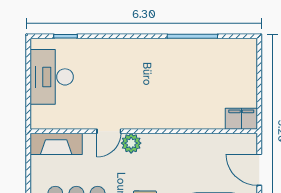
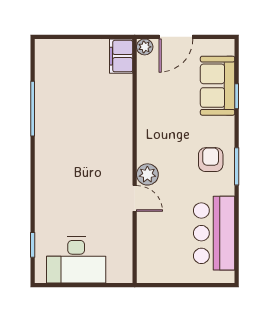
plant: (250, 141) -> (145, 47), added
fireplace: (56, 144) -> (148, 255), removed

